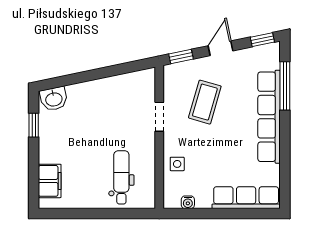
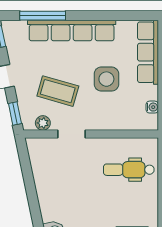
plant: (171, 86) -> (43, 123), added
side table: (177, 164) -> (106, 79), moved, width x1.87, depth x1.87

